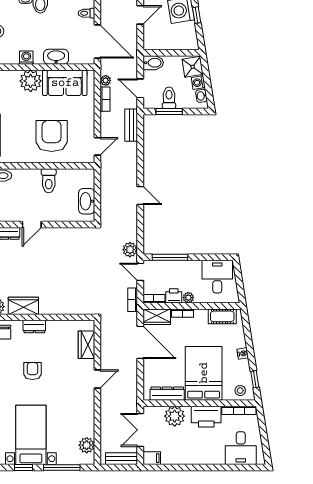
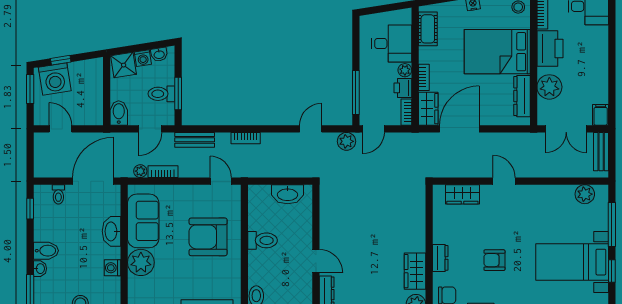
door: (140, 196) -> (311, 129), moved
desk: (217, 277) -> (392, 43), moved, turned 180
bookcase: (133, 300) -> (246, 138), moved

